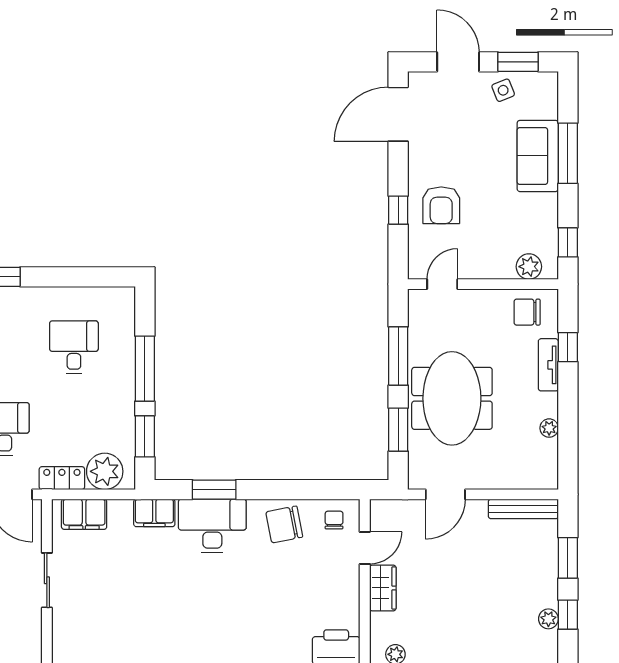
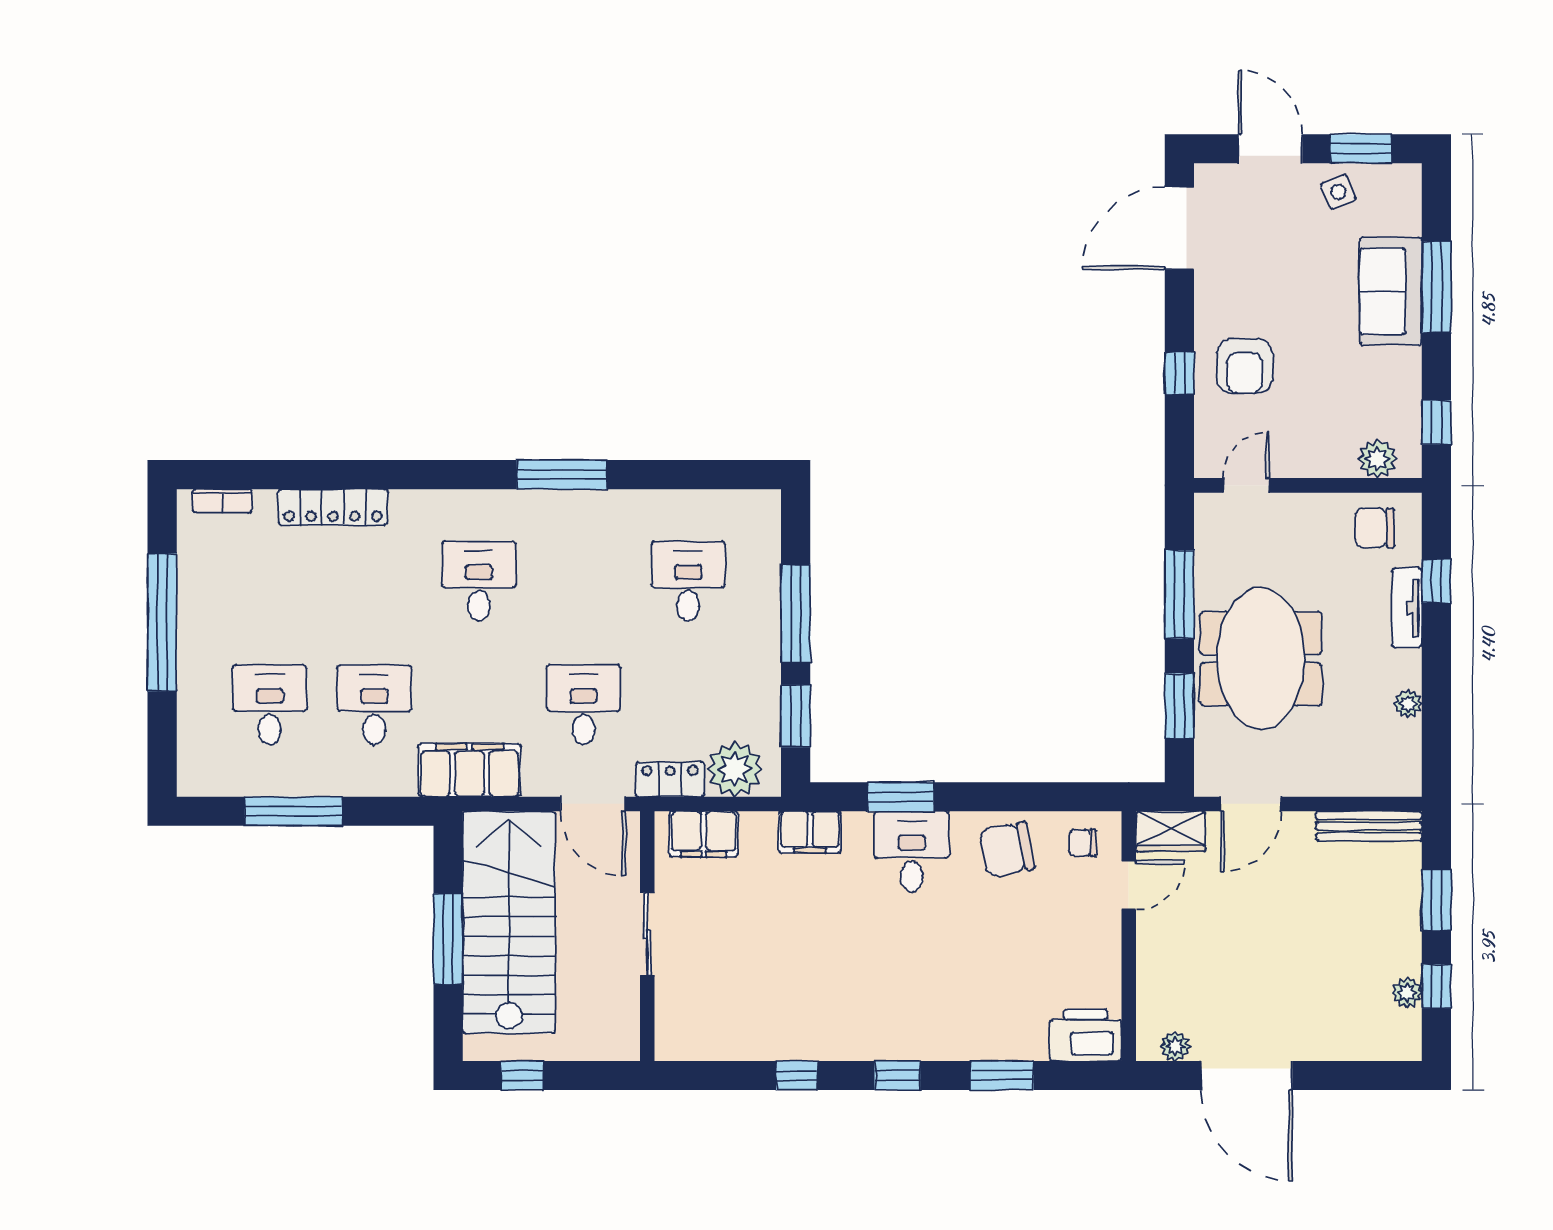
chair: (334, 520) -> (1082, 843), turned -90
desk: (212, 526) -> (912, 852), width x0.73
wardrobe: (383, 588) -> (1171, 831), moved, turned 90

